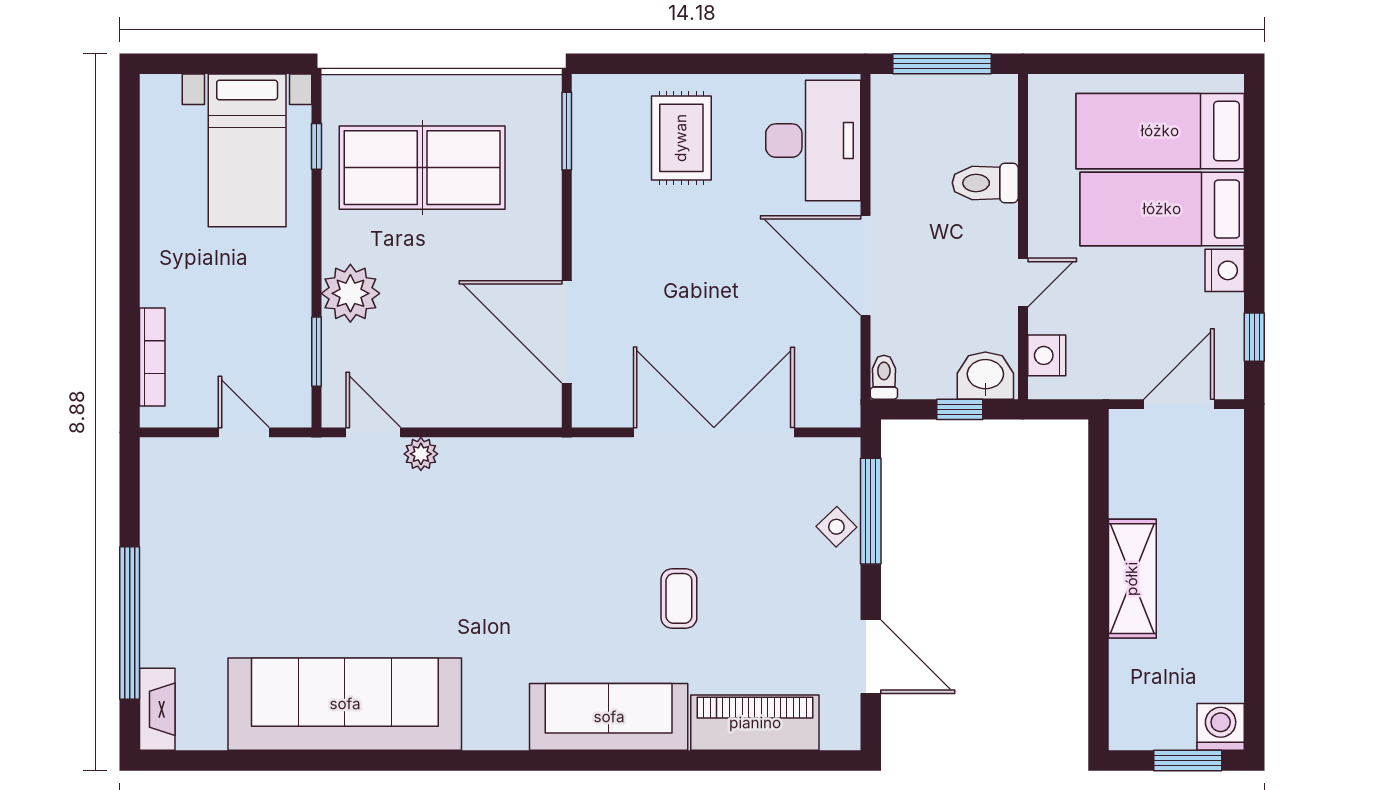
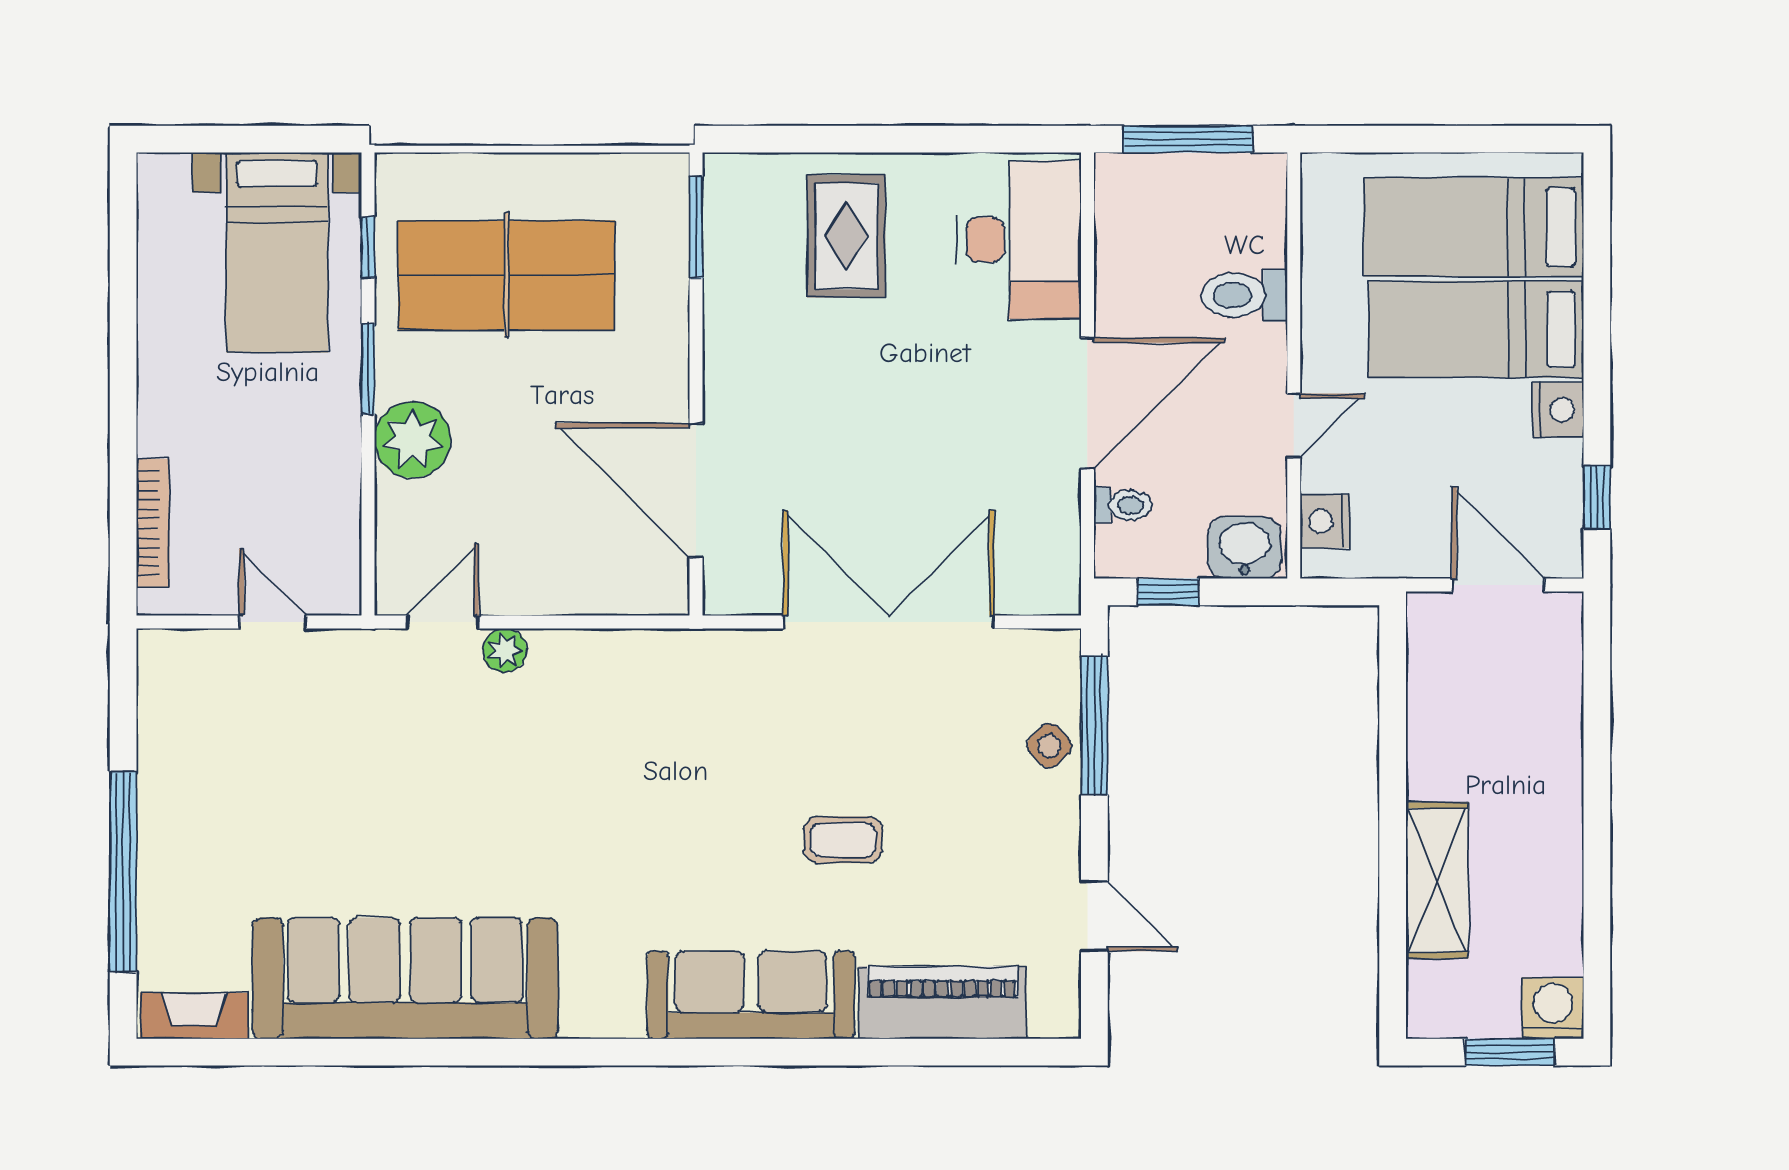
door: (866, 265) -> (1087, 403), swing flipped
window: (317, 352) -> (368, 369), moved
toilet: (884, 377) -> (1123, 505), moved, turned 90
door: (1179, 404) -> (1498, 585), hinge flipped
window: (960, 409) -> (1168, 592), moved
door: (373, 432) -> (443, 622), hinge flipped
shelving: (1132, 579) -> (1437, 880), moved
coffee table: (679, 598) -> (843, 840), turned 90
door: (871, 657) -> (1094, 916), width x0.73
fireplace: (157, 709) -> (194, 1016), moved, turned -90

